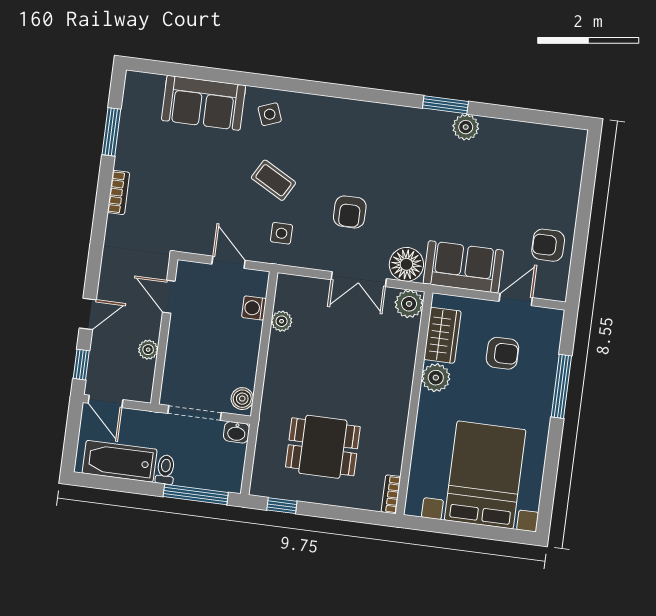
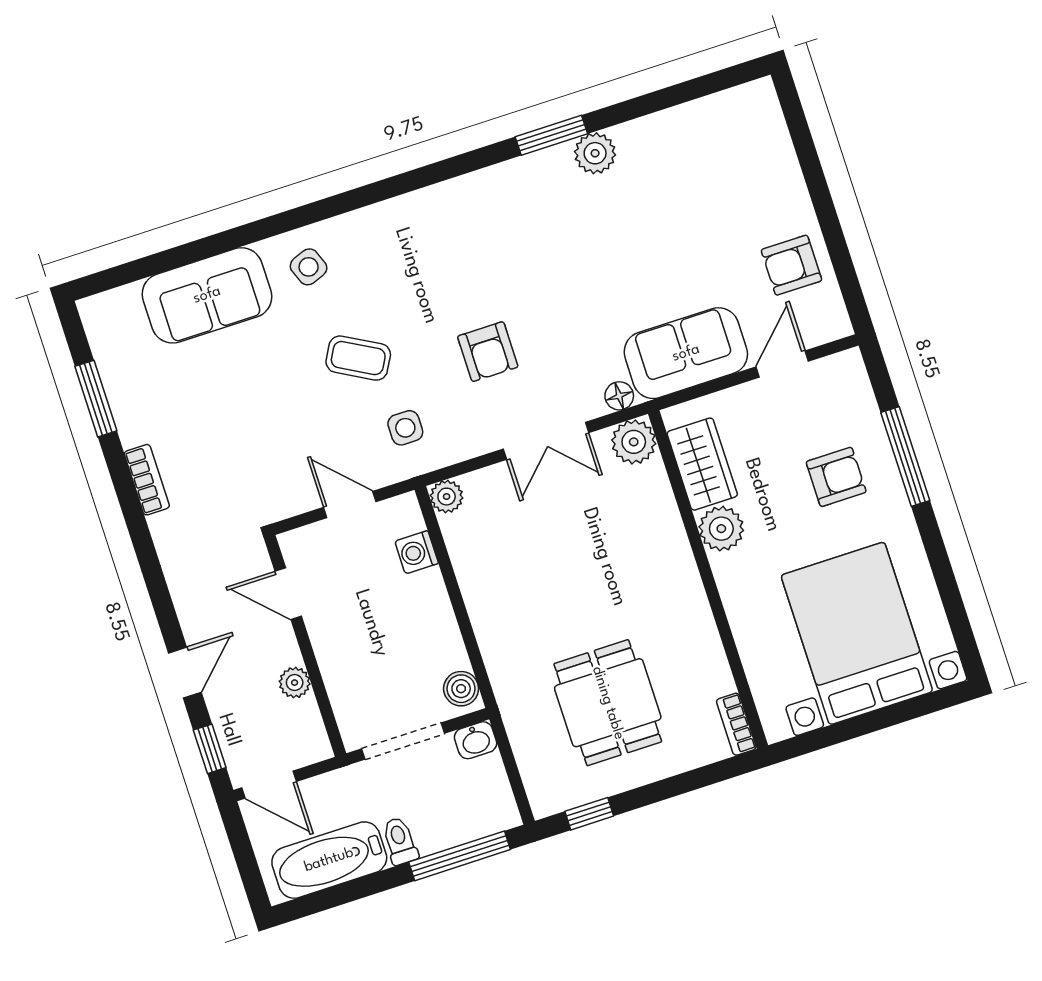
floor lamp: (406, 264) -> (619, 396), width x0.53, depth x0.53
plant: (282, 321) -> (447, 497), moved
armchair: (502, 353) -> (836, 477), moved
dining table: (323, 447) -> (608, 703), turned 90

